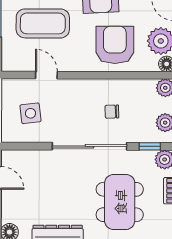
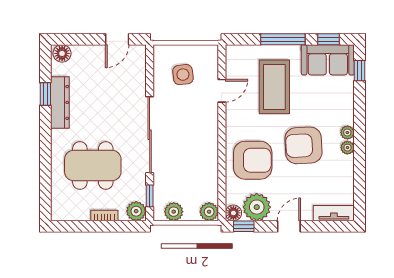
chair: (112, 112) -> (185, 157), removed

